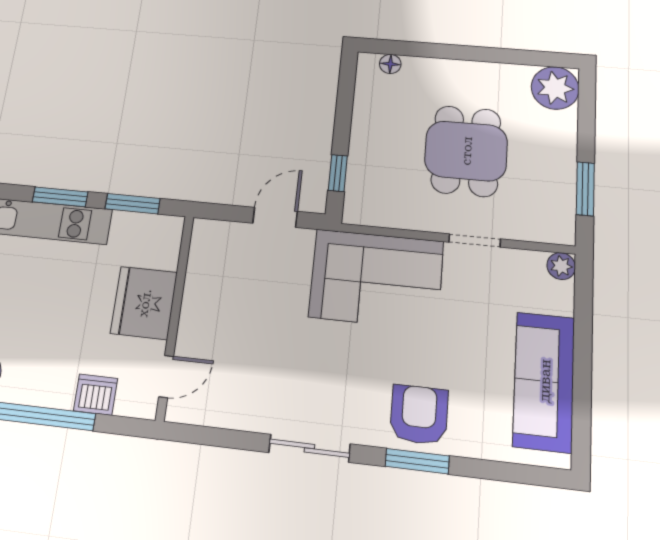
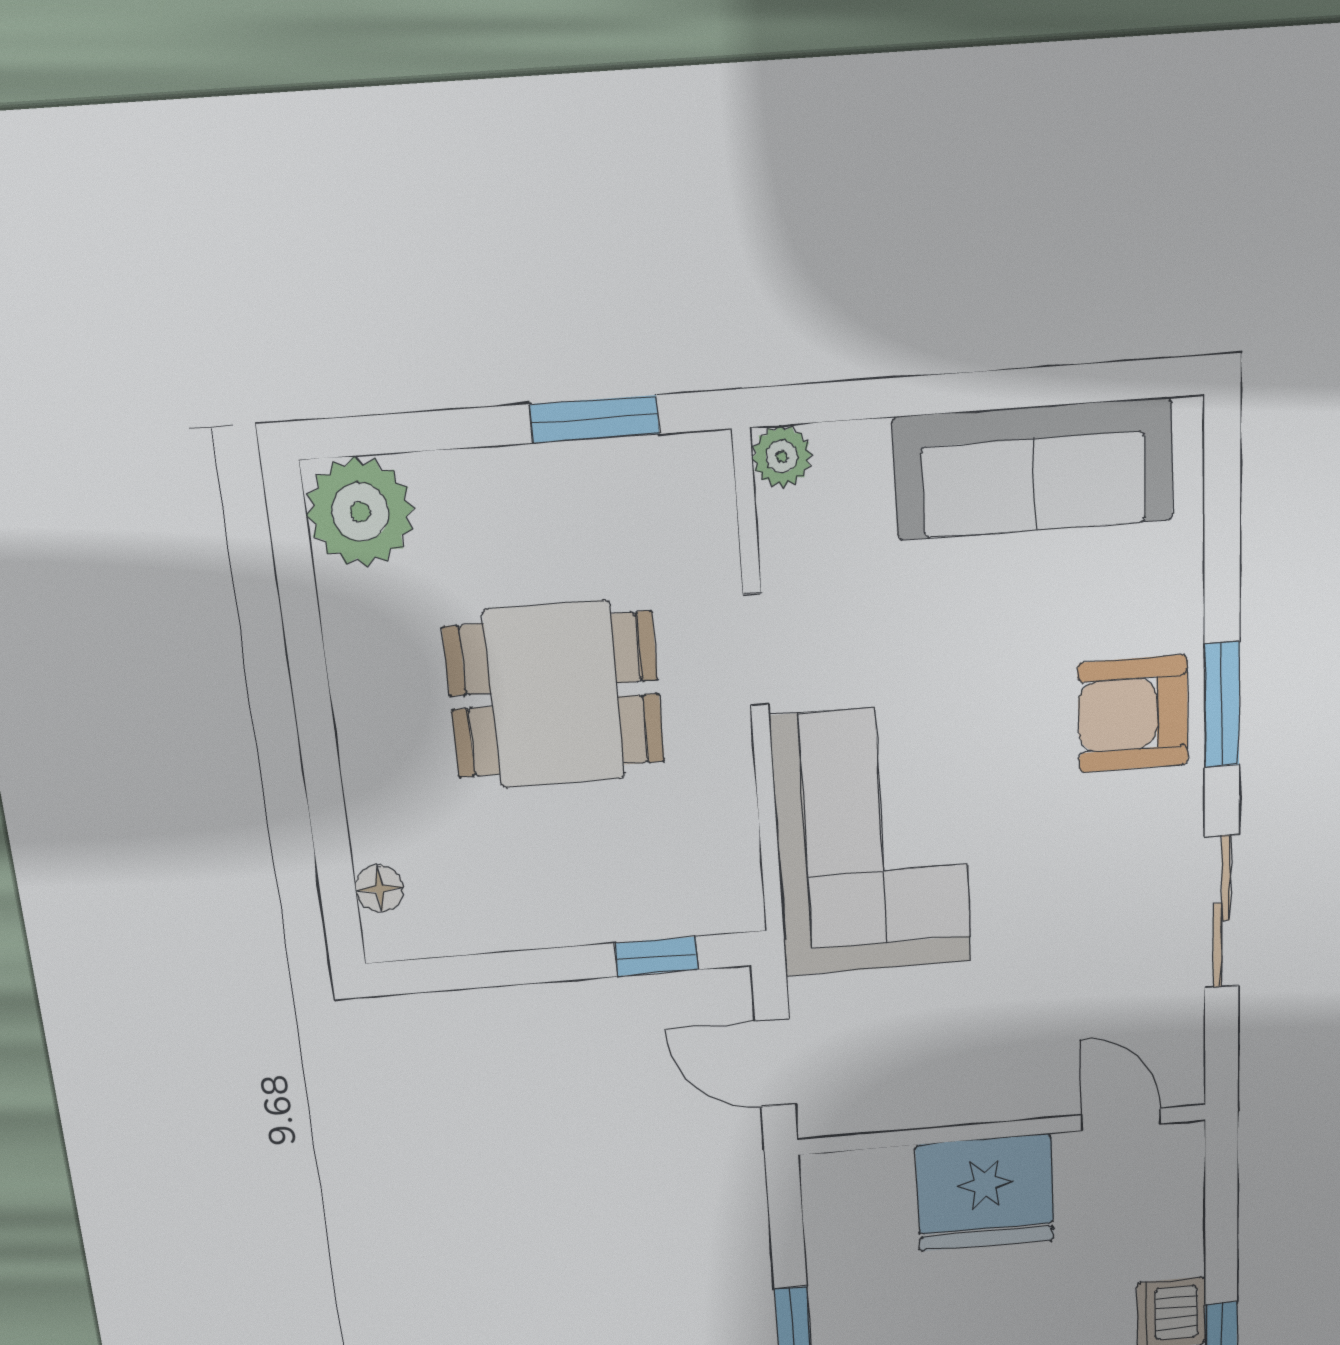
fridge: (144, 303) -> (985, 1193), moved
wall: (175, 316) -> (1002, 1130), moved
door: (166, 377) -> (1121, 1119), moved

